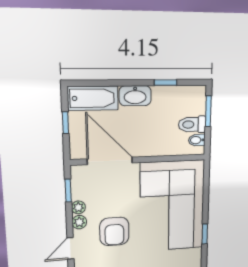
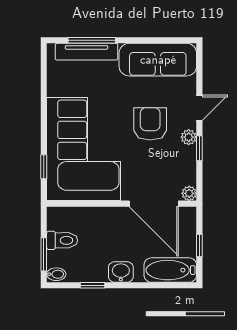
washbasin: (135, 96) -> (121, 272), width x0.72
bidet: (197, 140) -> (56, 274), moved
window: (68, 191) -> (199, 148), moved
plant: (78, 207) -> (189, 193), moved
window: (205, 234) -> (44, 167), moved

